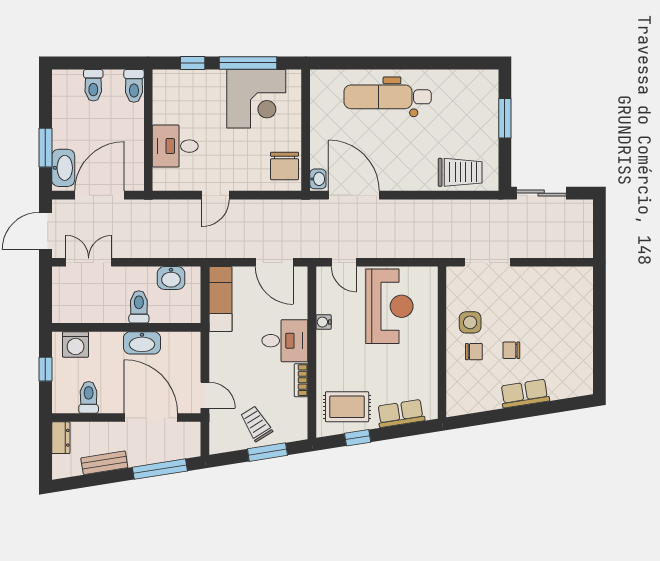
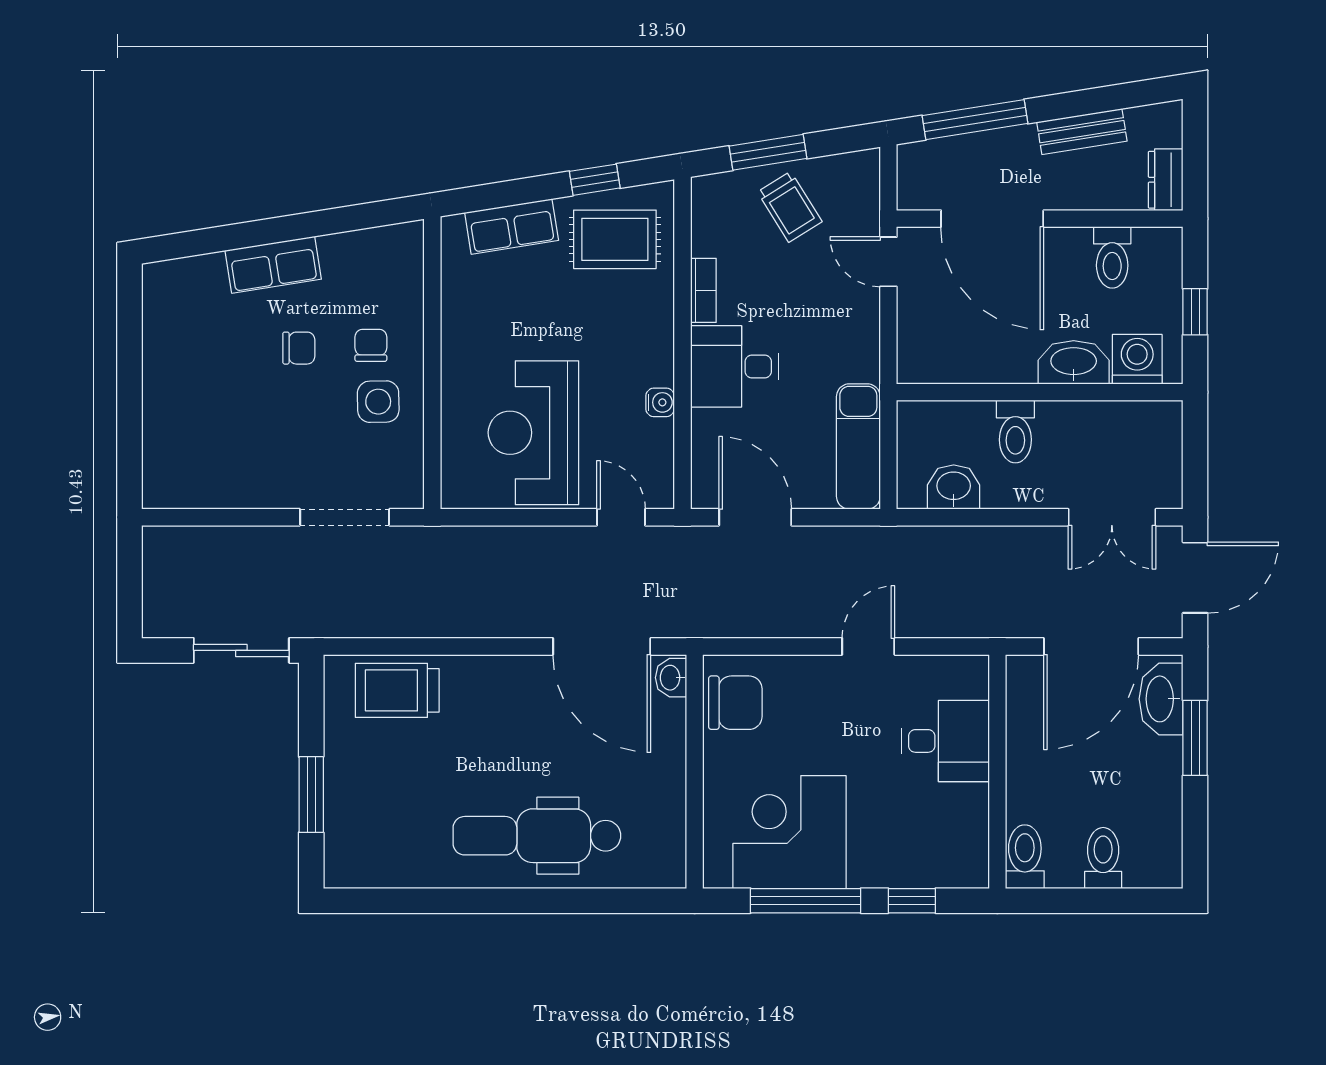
dental chair: (388, 97) -> (537, 836), turned 180
chair: (284, 166) -> (735, 703), turned 90
washbasin: (142, 343) -> (1074, 362), moved
chair: (474, 352) -> (371, 345), turned 90

